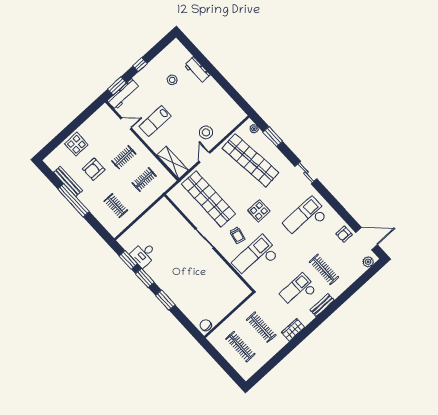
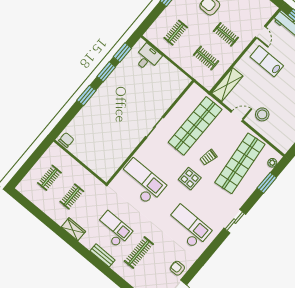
trolley: (237, 235) -> (208, 157), moved
desk: (144, 254) -> (147, 58), moved, turned 90
clothes rail: (261, 327) -> (72, 196), width x0.73
clothes rail: (240, 346) -> (49, 178), width x0.73

